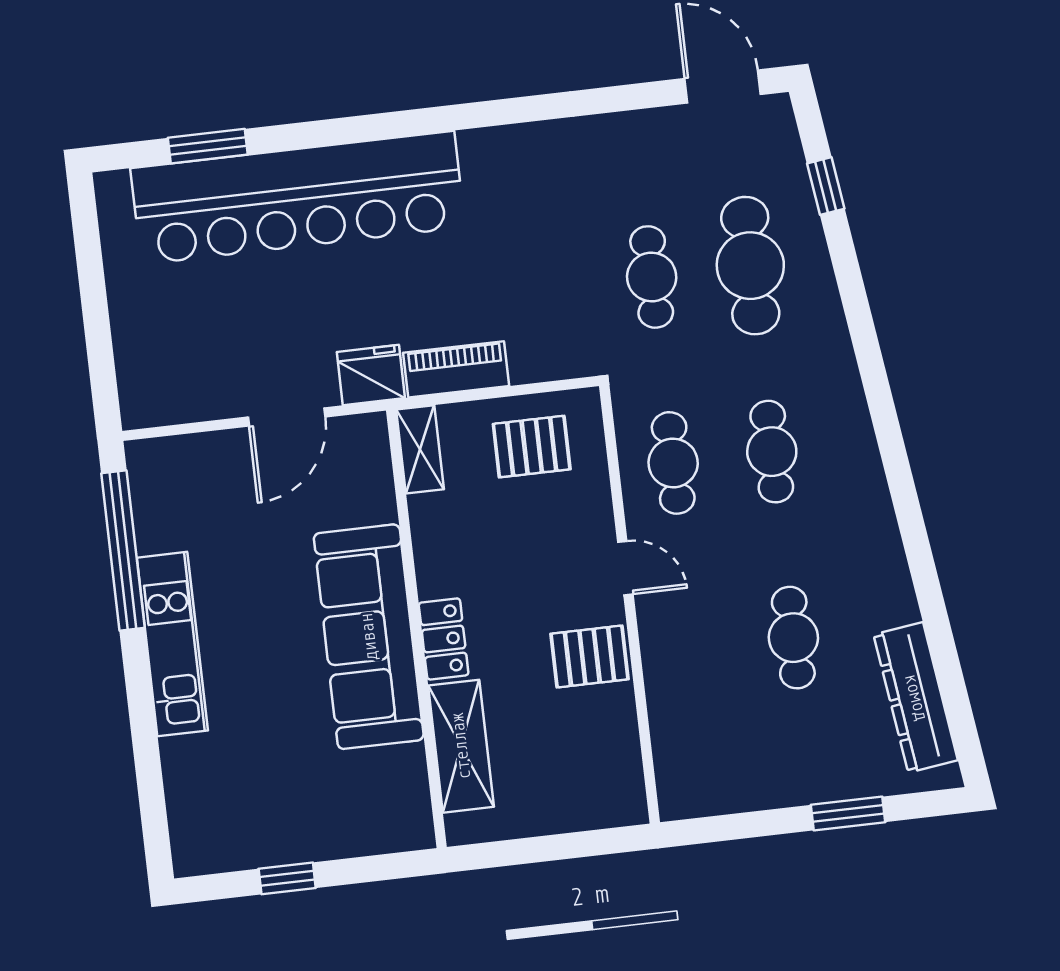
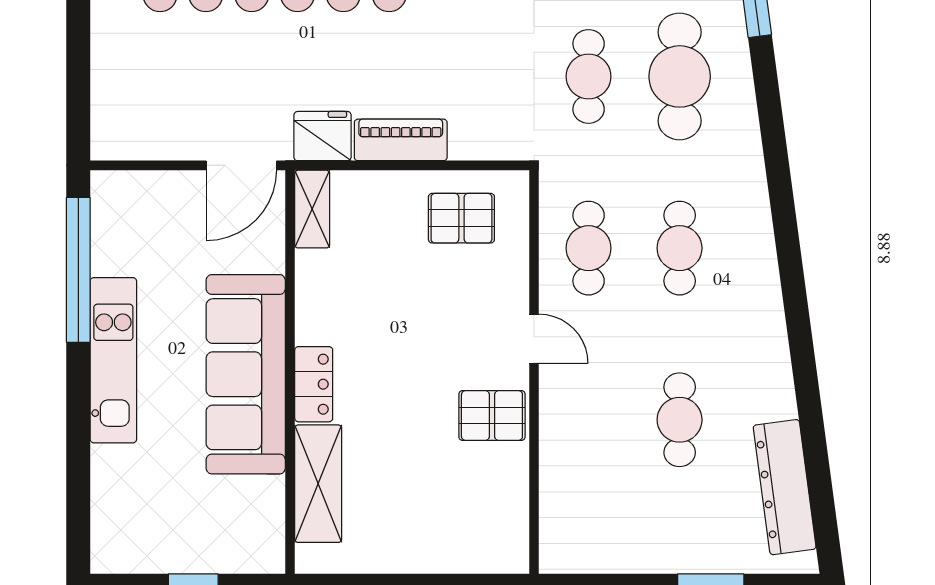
shelving: (420, 449) -> (312, 209), moved
wall: (416, 629) -> (290, 372), moved
sofa: (369, 637) -> (246, 374), moved
locker: (444, 639) -> (314, 384), moved
shelving: (461, 746) -> (318, 484), moved

